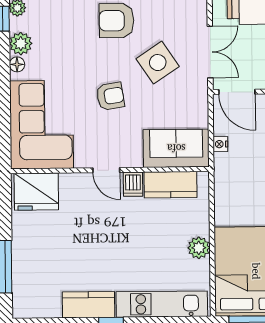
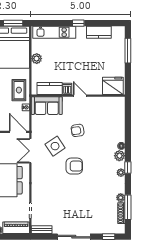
corner sofa: (42, 125) -> (110, 117), removed
rug: (236, 181) -> (19, 90), added
kitchen counter: (89, 305) -> (99, 32), moved

